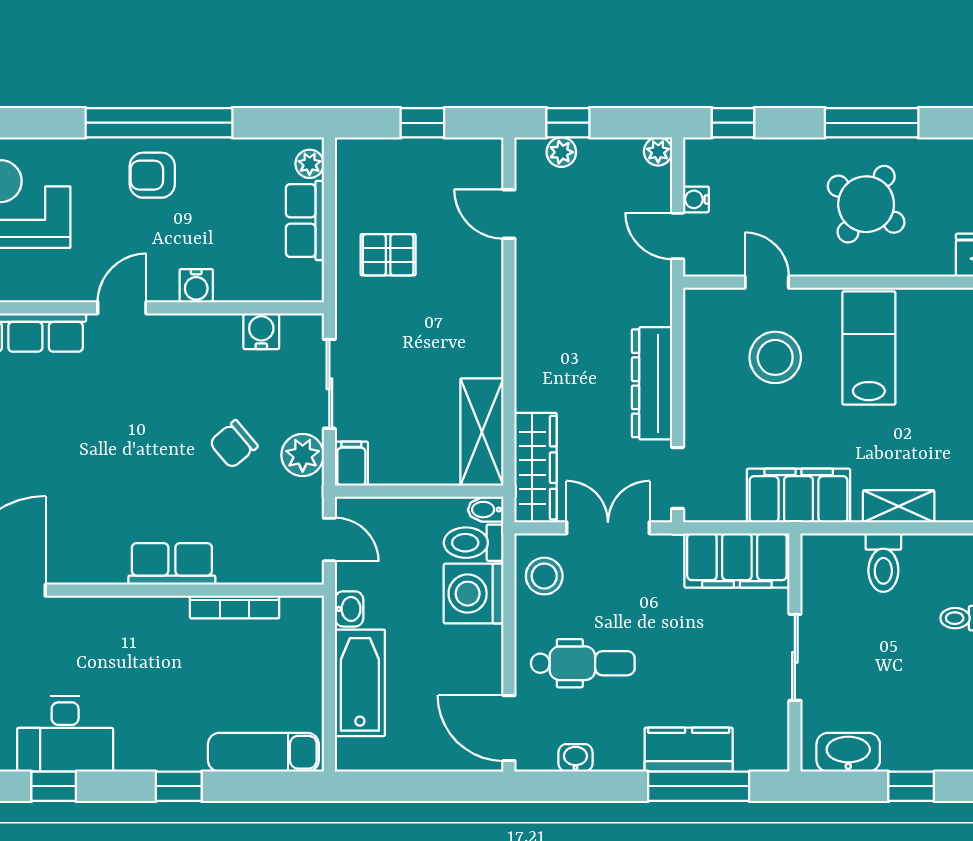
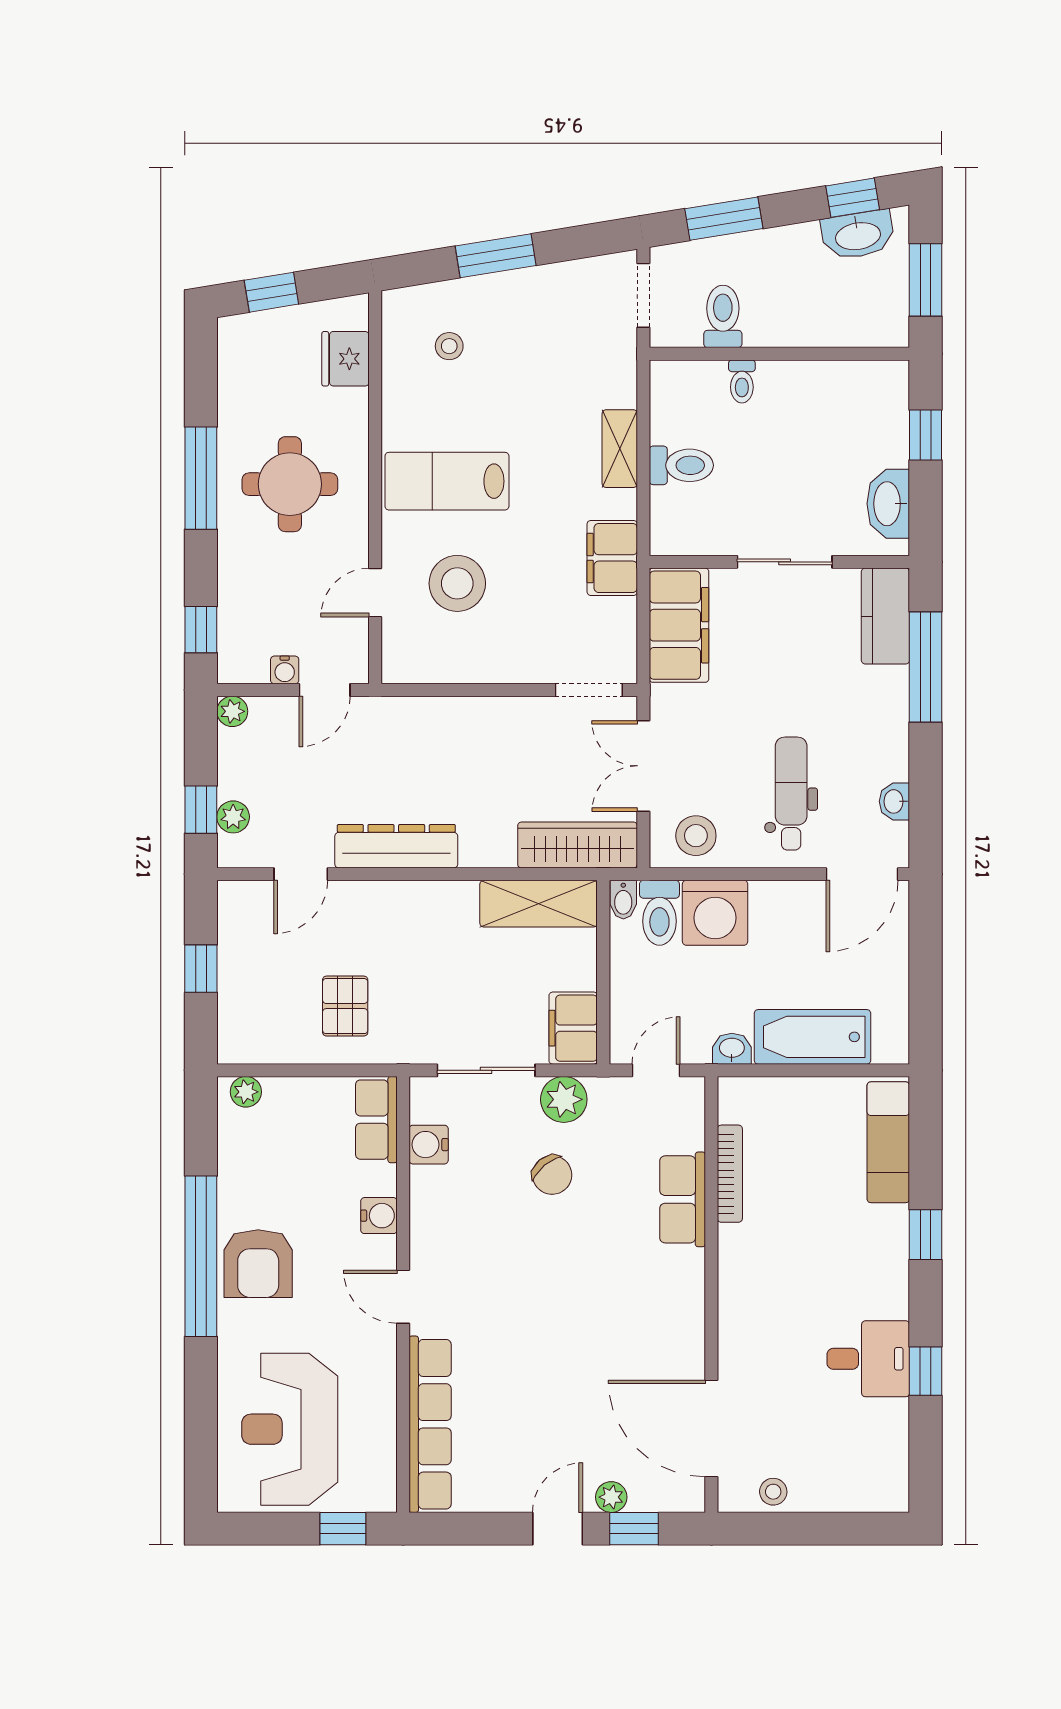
armchair: (152, 175) -> (258, 1264), width x1.38, depth x1.38
round table: (866, 204) -> (290, 484), turned -33
row of seats: (305, 221) -> (376, 1120), moved, turned 90
dresser: (652, 383) -> (396, 846), moved, turned 180
filing cabinet: (351, 464) -> (573, 1028), width x2.00
filing cabinet: (799, 496) -> (612, 558), width x0.67, depth x0.86
row of seats: (172, 564) -> (683, 1199), moved
desk: (65, 734) -> (868, 1359), width x0.73
kitchen counter: (689, 750) -> (885, 616), moved

